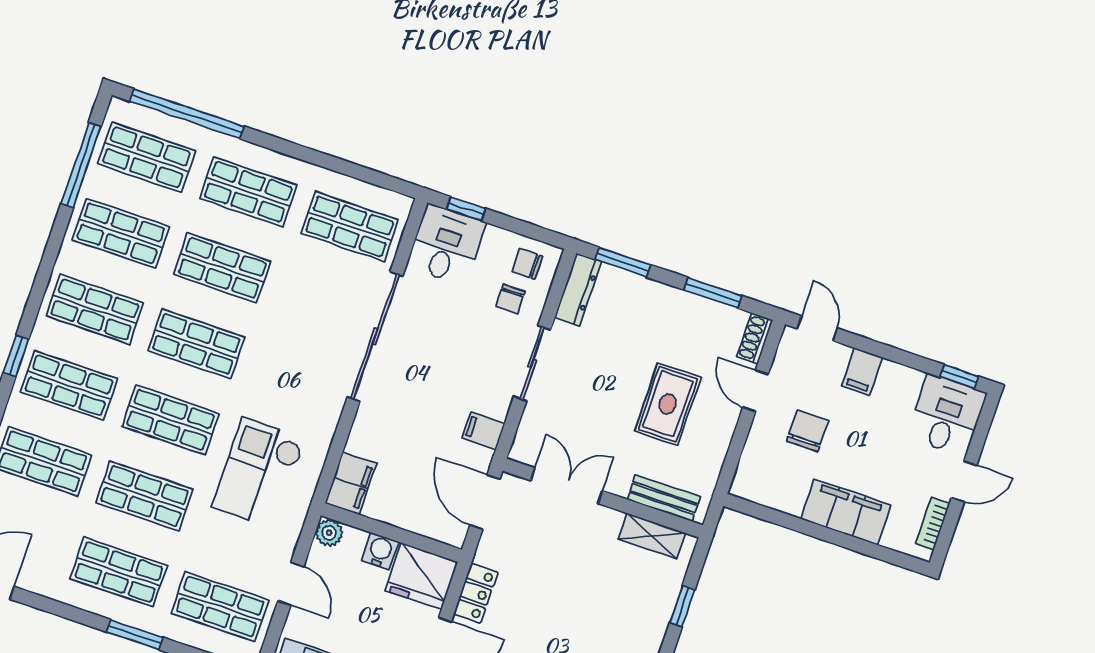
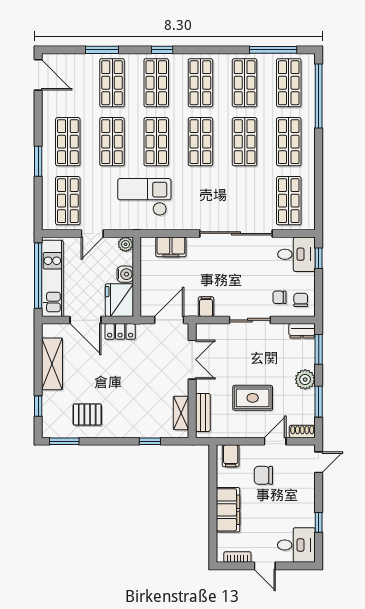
dresser: (578, 290) -> (302, 331), width x0.70
plant: (667, 303) -> (305, 379), added
filing cabinet: (862, 371) -> (231, 456), moved, turned -90
window: (959, 377) -> (319, 522), moved
chair: (807, 431) -> (263, 475), turned 180
filing cabinet: (351, 483) -> (171, 247), moved

